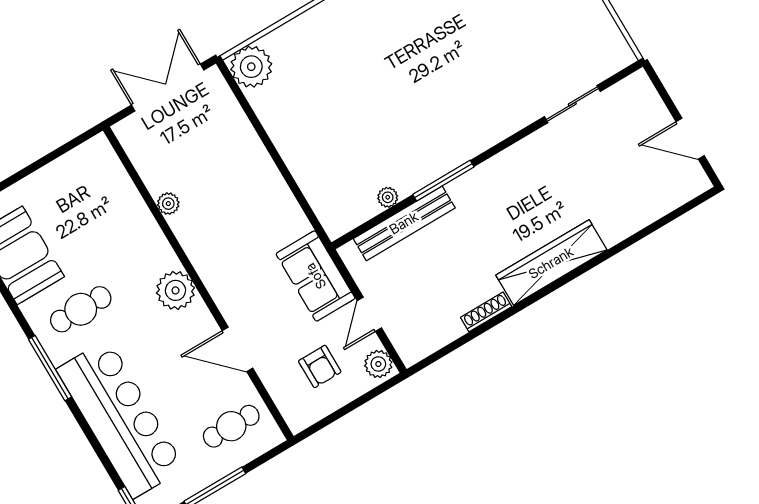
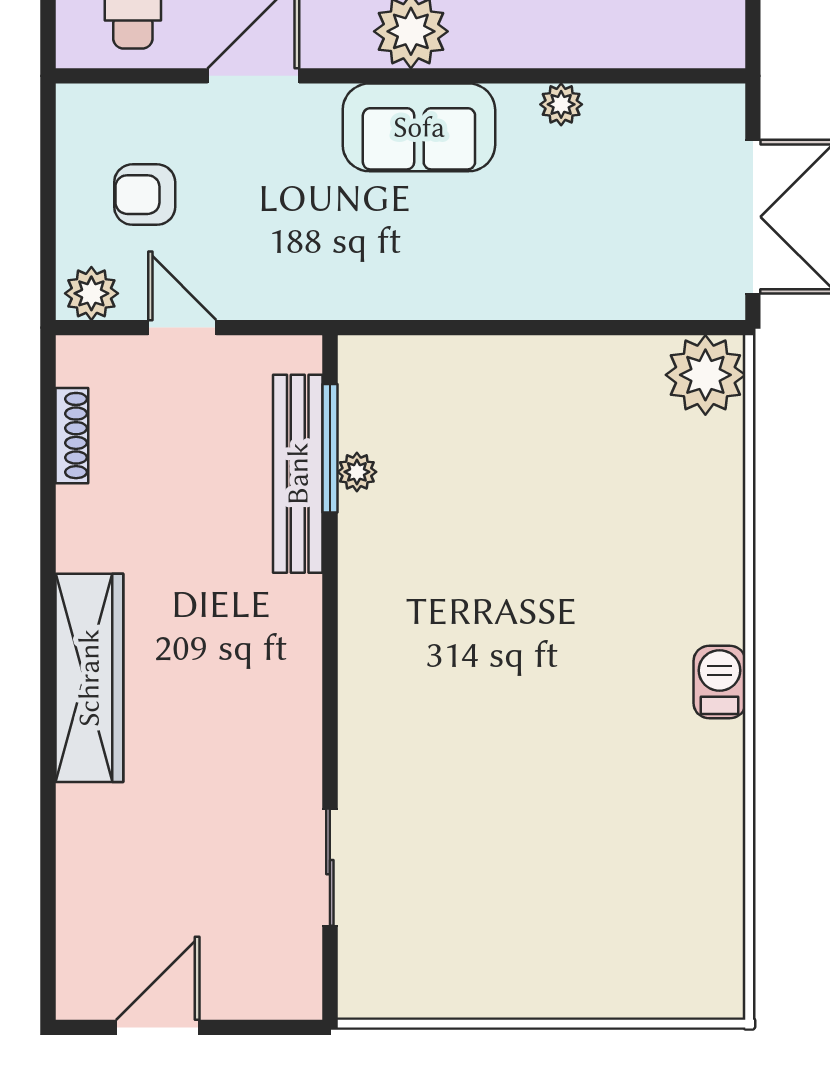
window: (443, 181) -> (330, 448), moved
sofa: (316, 276) -> (419, 127), moved, turned 180
shoe rack: (486, 312) -> (72, 436), moved

